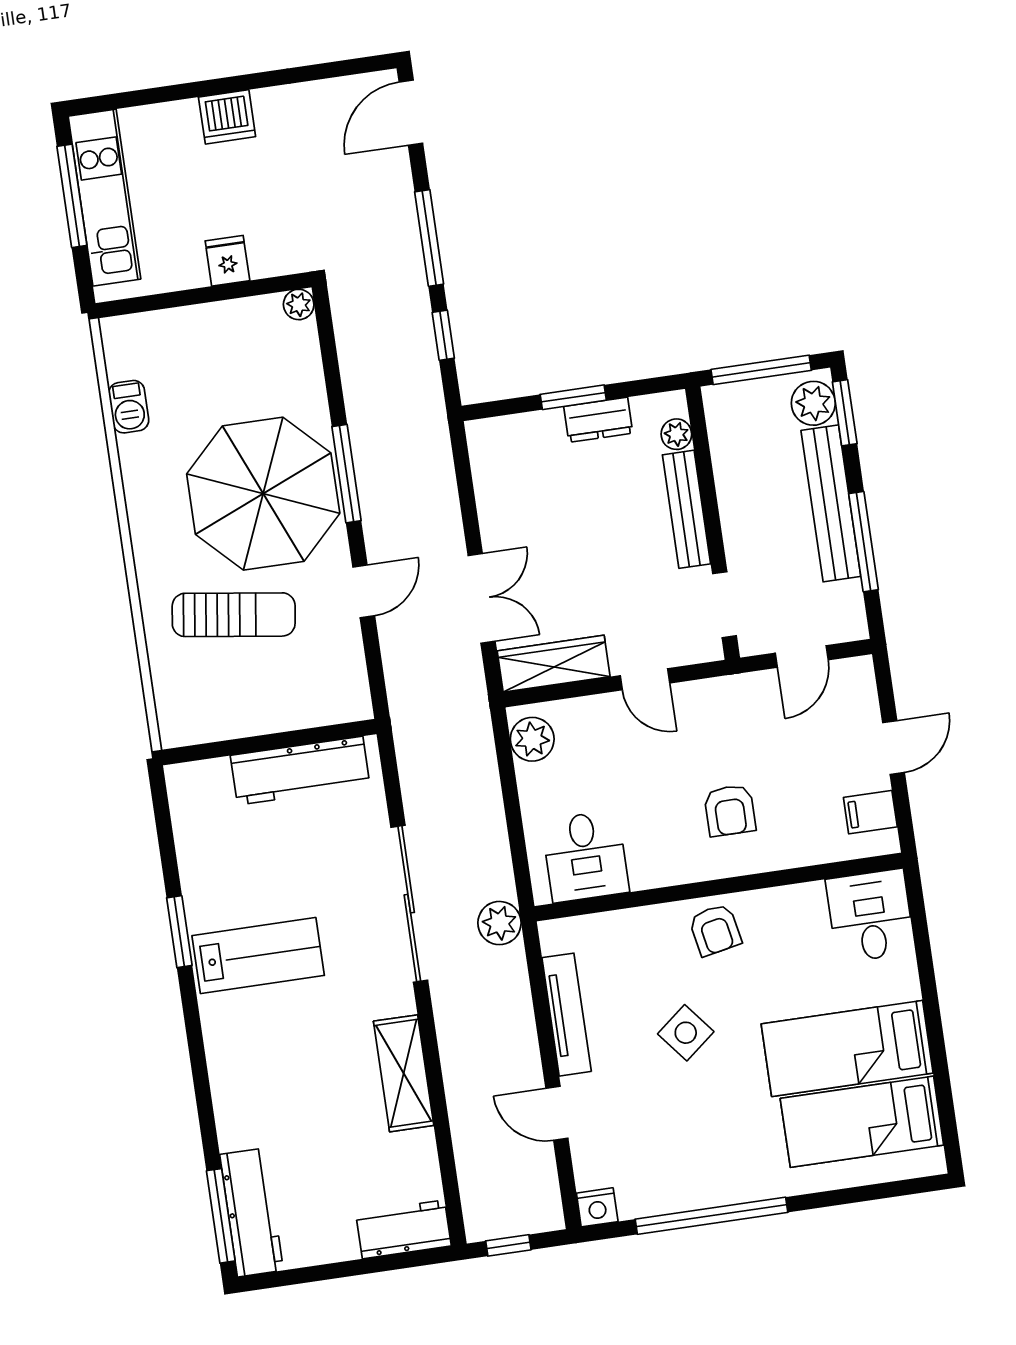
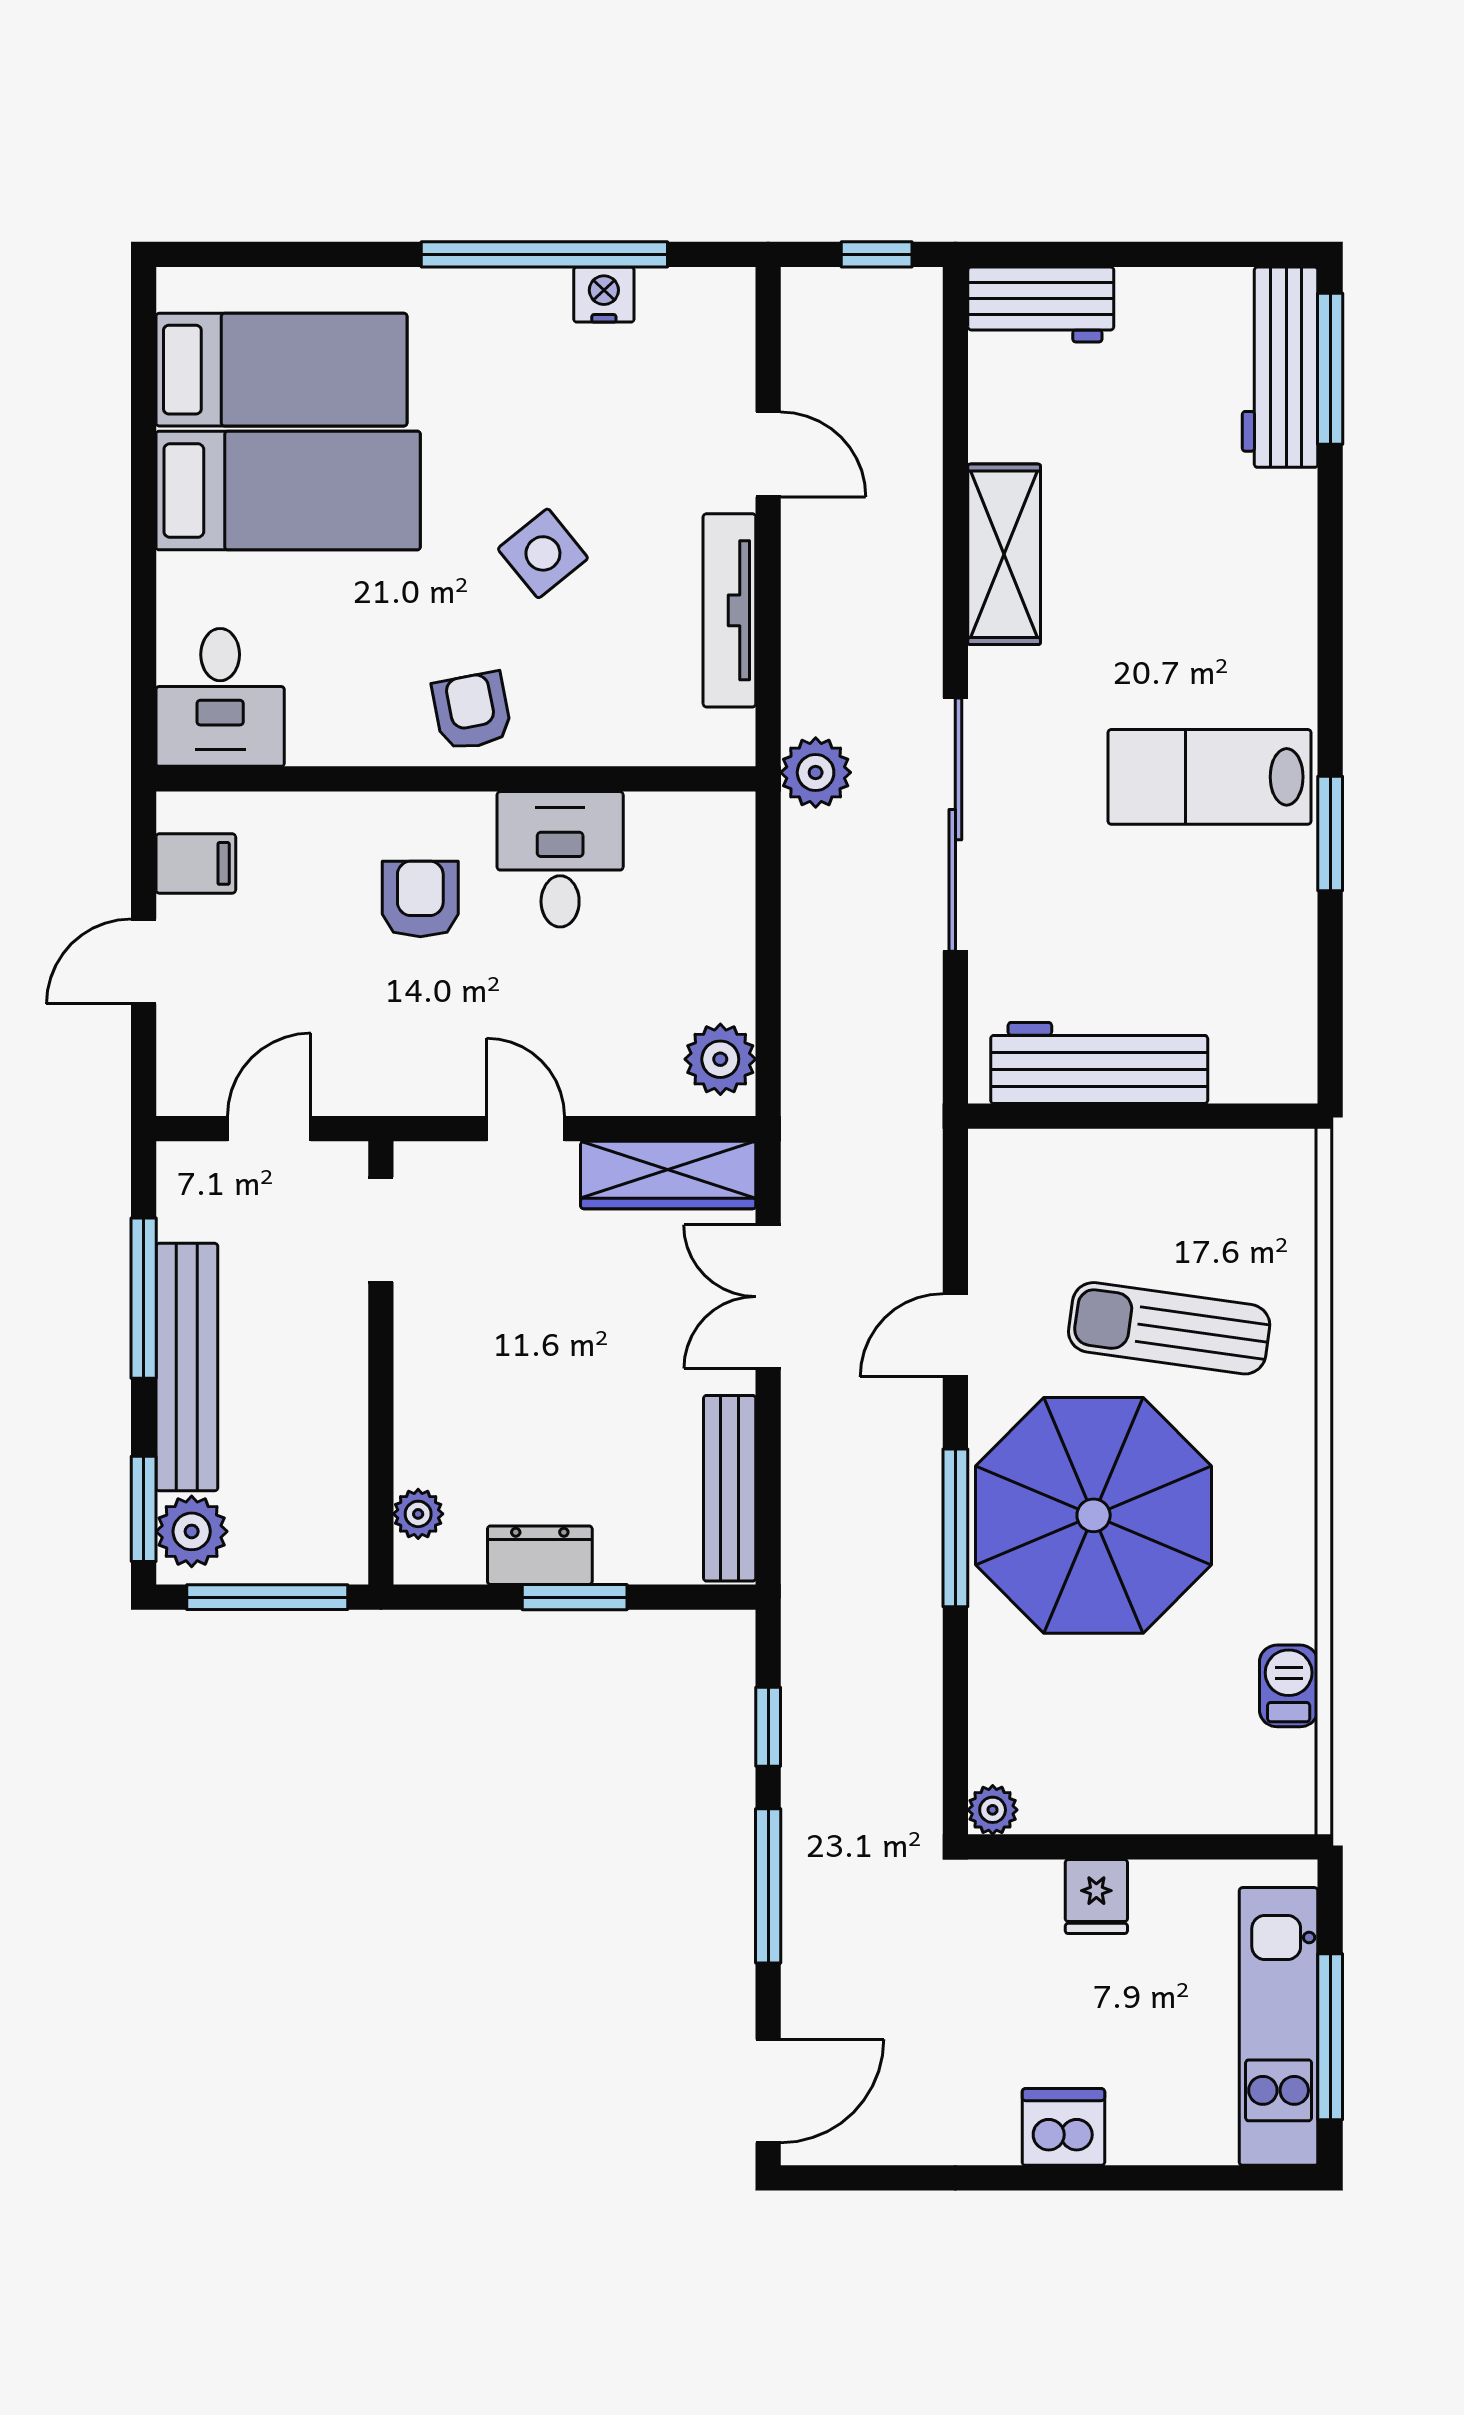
bench: (687, 509) -> (730, 1488), moved
desk: (585, 856) -> (560, 859), moved
nightstand: (597, 1207) -> (604, 295), moved

